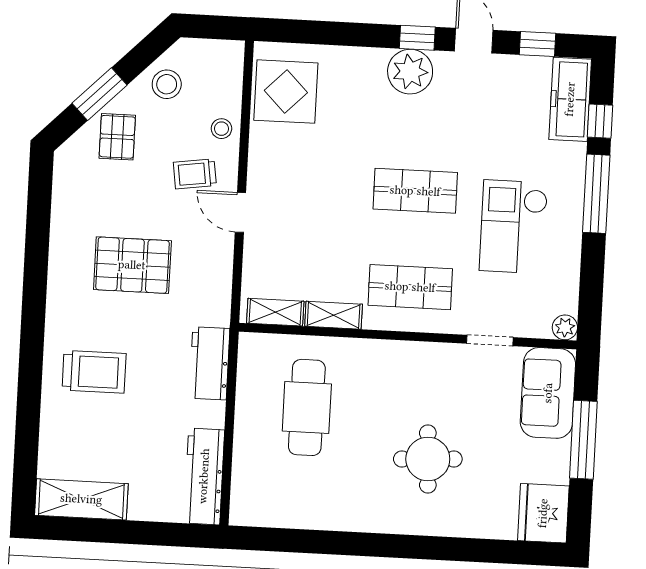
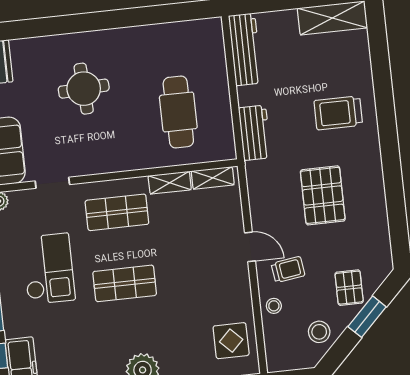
display table: (286, 92) -> (231, 341), width x0.73, depth x0.73
pallet: (132, 265) -> (323, 195), turned 90

